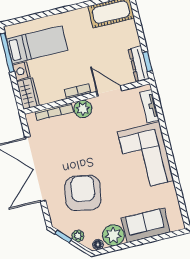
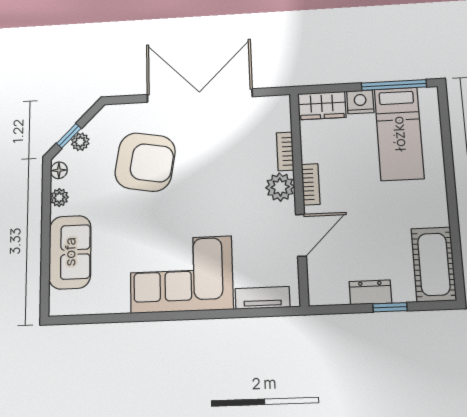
window: (147, 62) -> (390, 307), moved
dresser: (139, 64) -> (370, 292), moved, width x0.70
bookcase: (54, 112) -> (285, 151), width x0.64
plant: (113, 235) -> (59, 198), width x0.53, depth x0.53
window: (63, 236) -> (69, 136), moved

